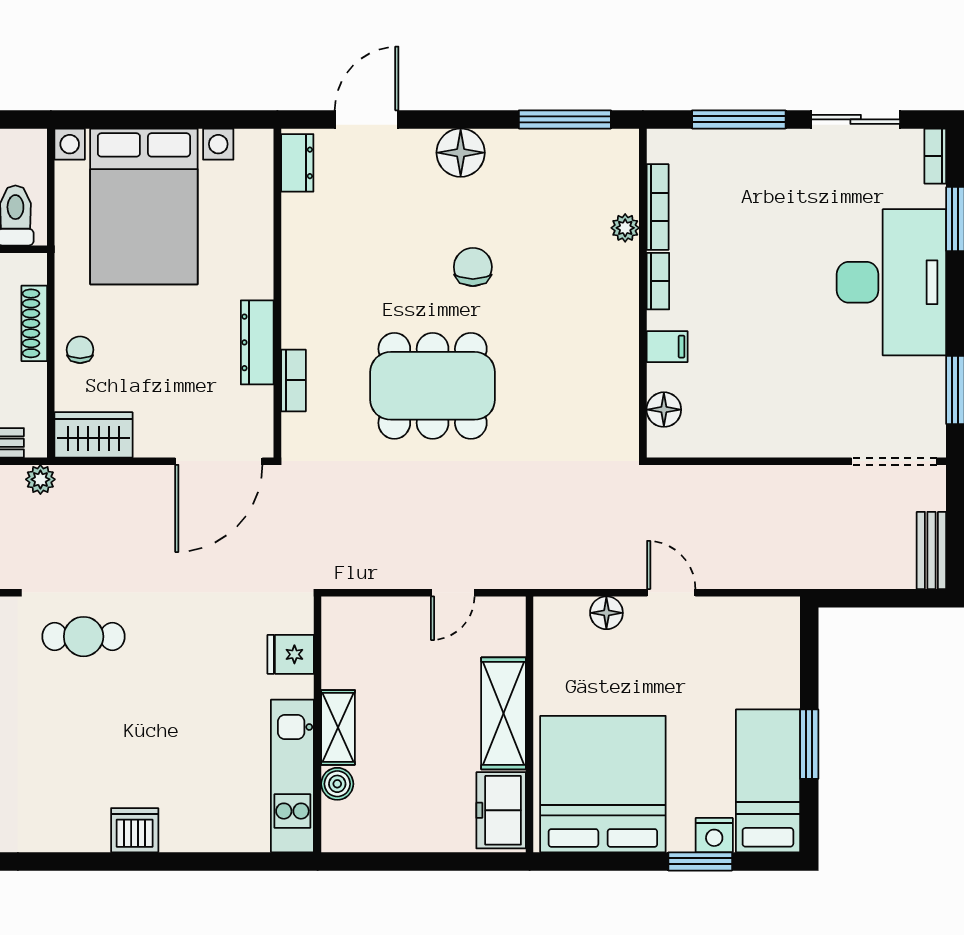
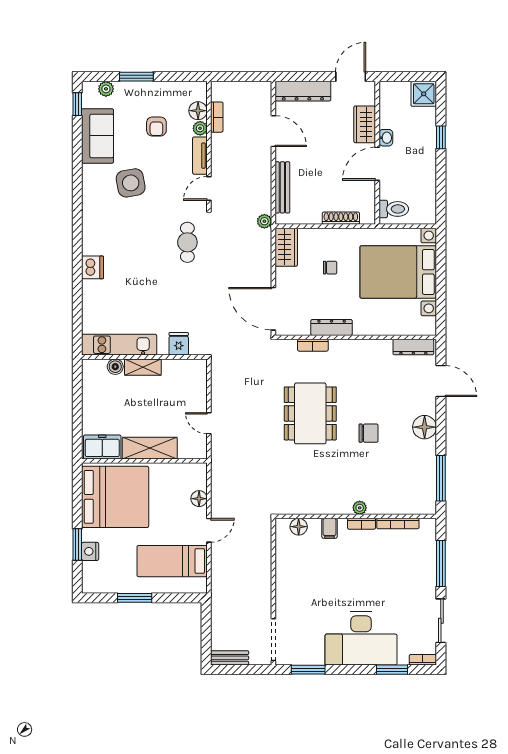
dresser: (297, 163) -> (413, 347), width x1.44
plant: (625, 228) -> (360, 508), moved
chair: (80, 350) -> (330, 268), moved
bed: (768, 781) -> (172, 561), moved, turned 180

